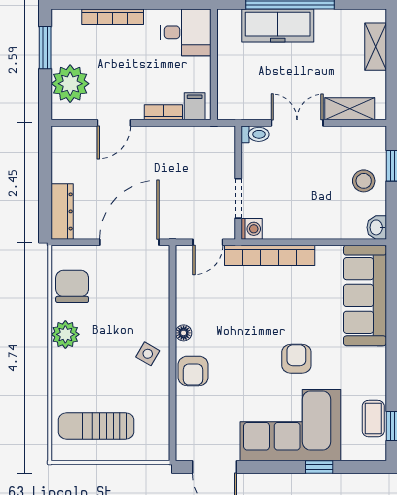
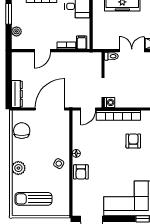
plant: (70, 84) -> (16, 31), width x0.53, depth x0.53
plant: (65, 334) -> (18, 168), moved
armchair: (296, 359) -> (133, 141), moved

